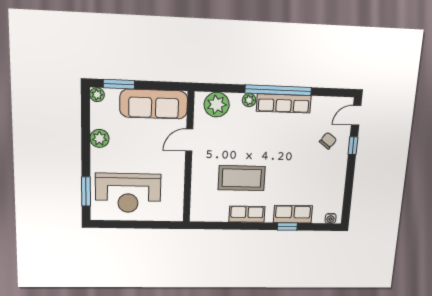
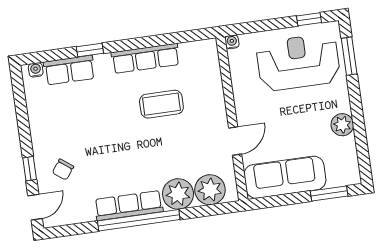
plant: (97, 95) -> (352, 177), removed
plant: (249, 100) -> (178, 194), width x1.87, depth x1.87
coffee table: (242, 178) -> (161, 104), width x0.73, depth x0.76
row of seats: (247, 214) -> (145, 58), width x1.48
row of seats: (293, 214) -> (69, 70), moved
water cooler: (178, 216) -> (232, 42), added
window: (114, 224) -> (309, 19), added

